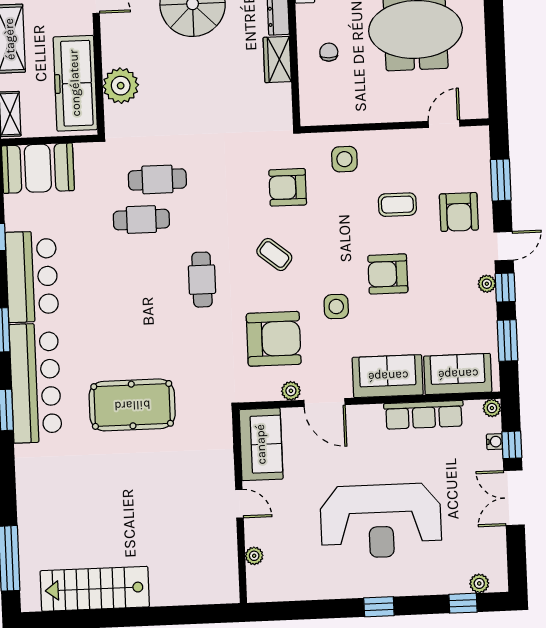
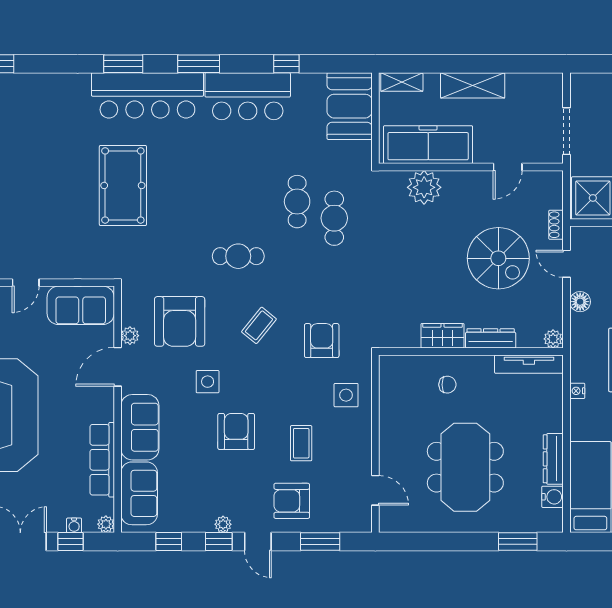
window: (507, 340) -> (169, 542), width x0.67

